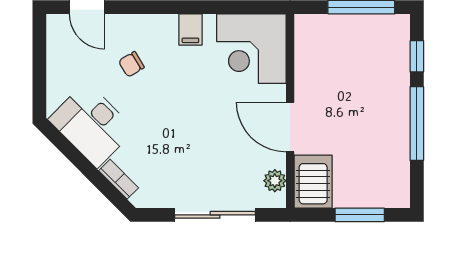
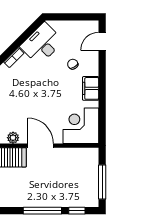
filing cabinet: (190, 29) -> (91, 88), width x2.00
door: (290, 127) -> (41, 146), hinge flipped

